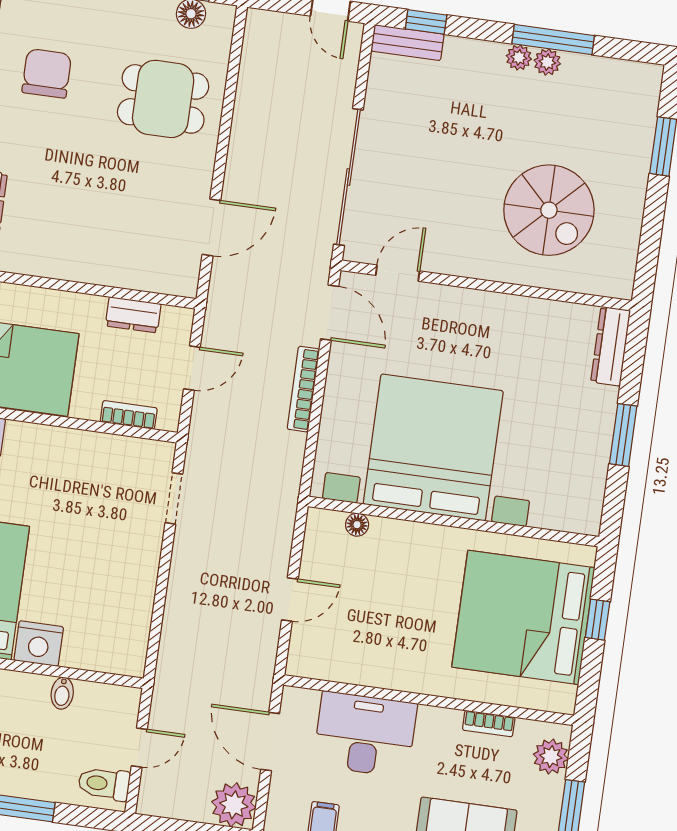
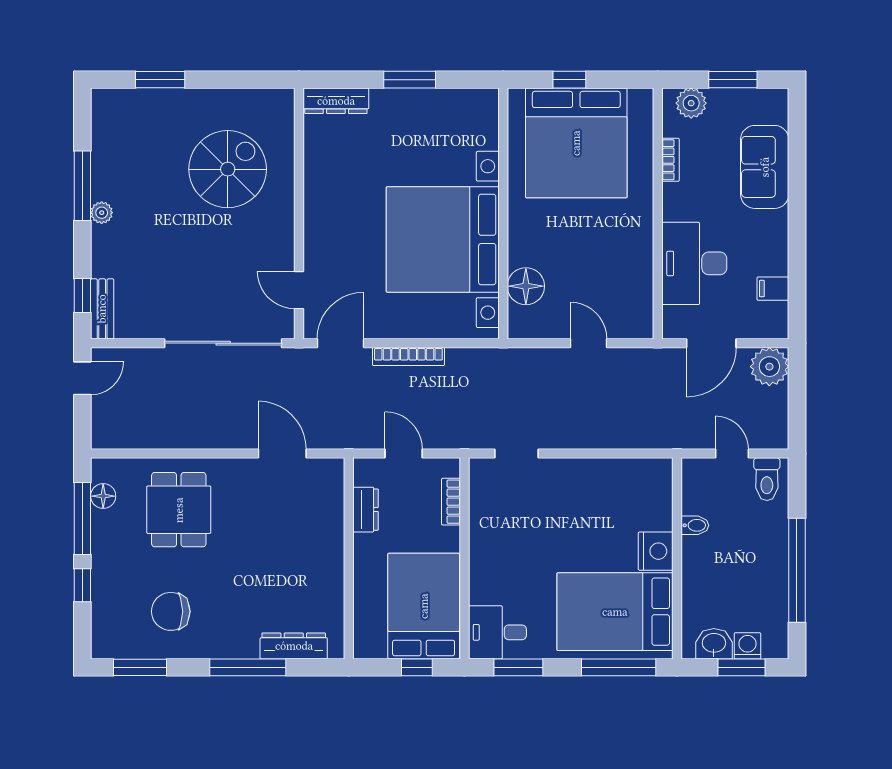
plant: (547, 62) -> (102, 188), removed
floor lamp: (357, 525) -> (526, 286), width x1.89, depth x1.89

